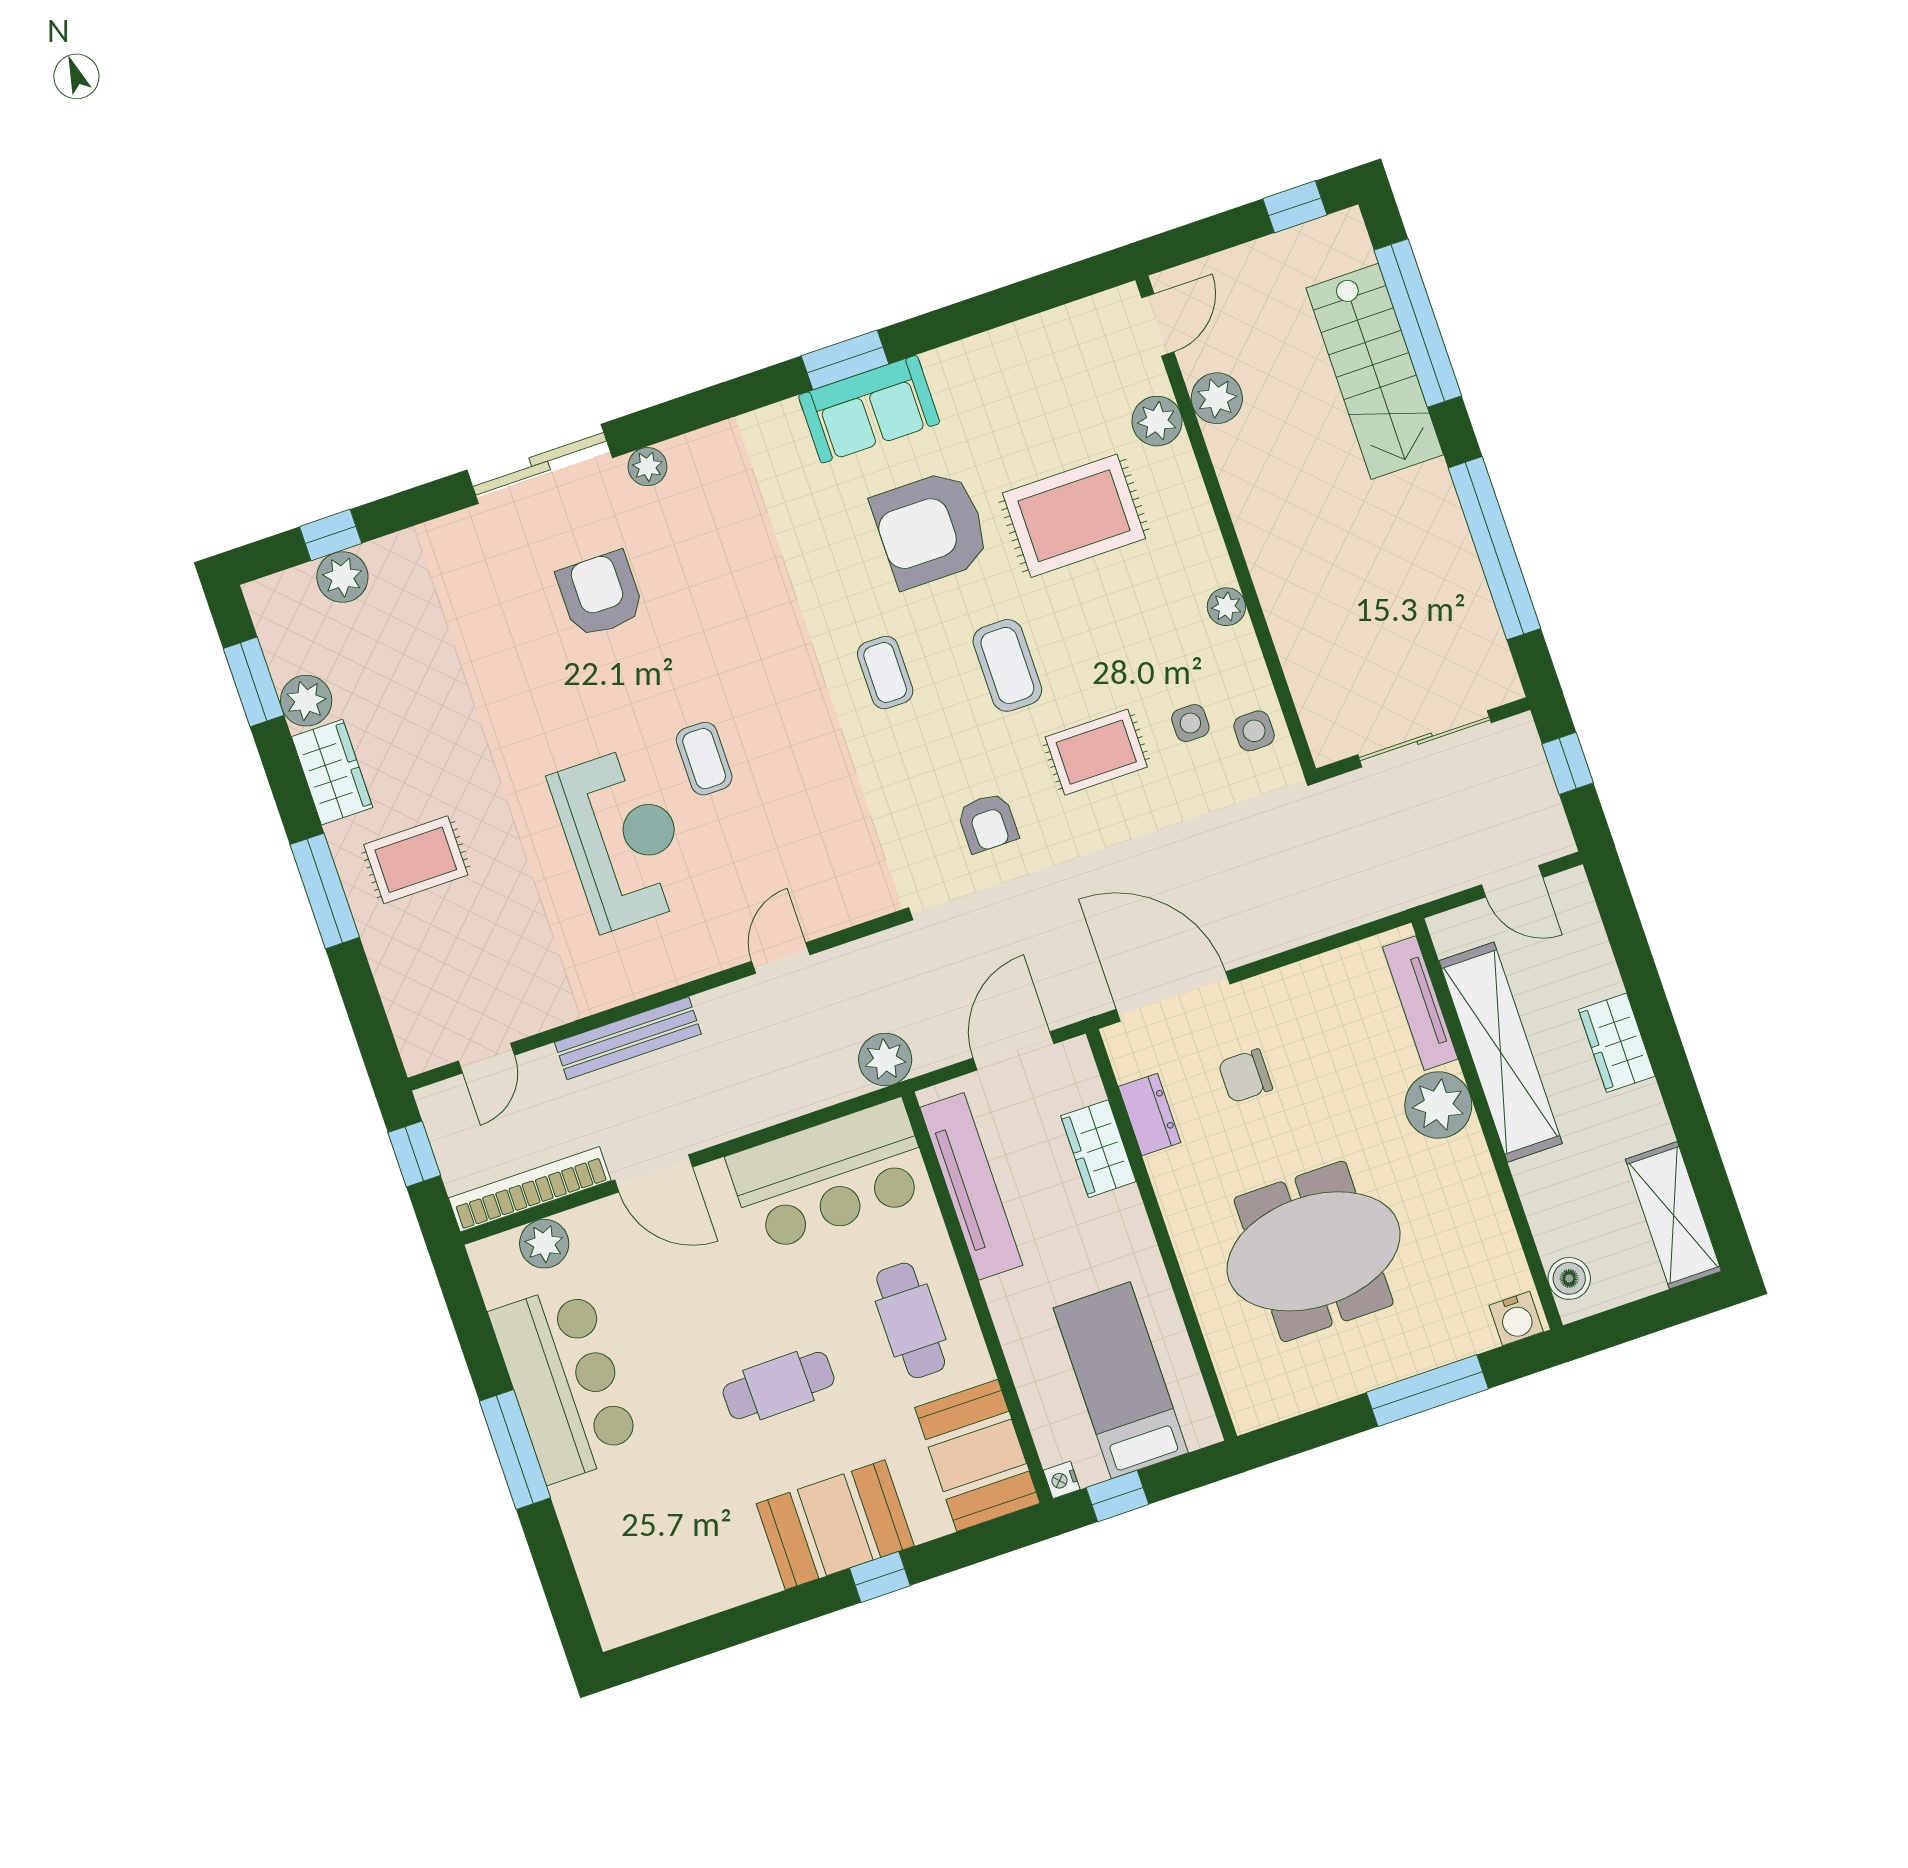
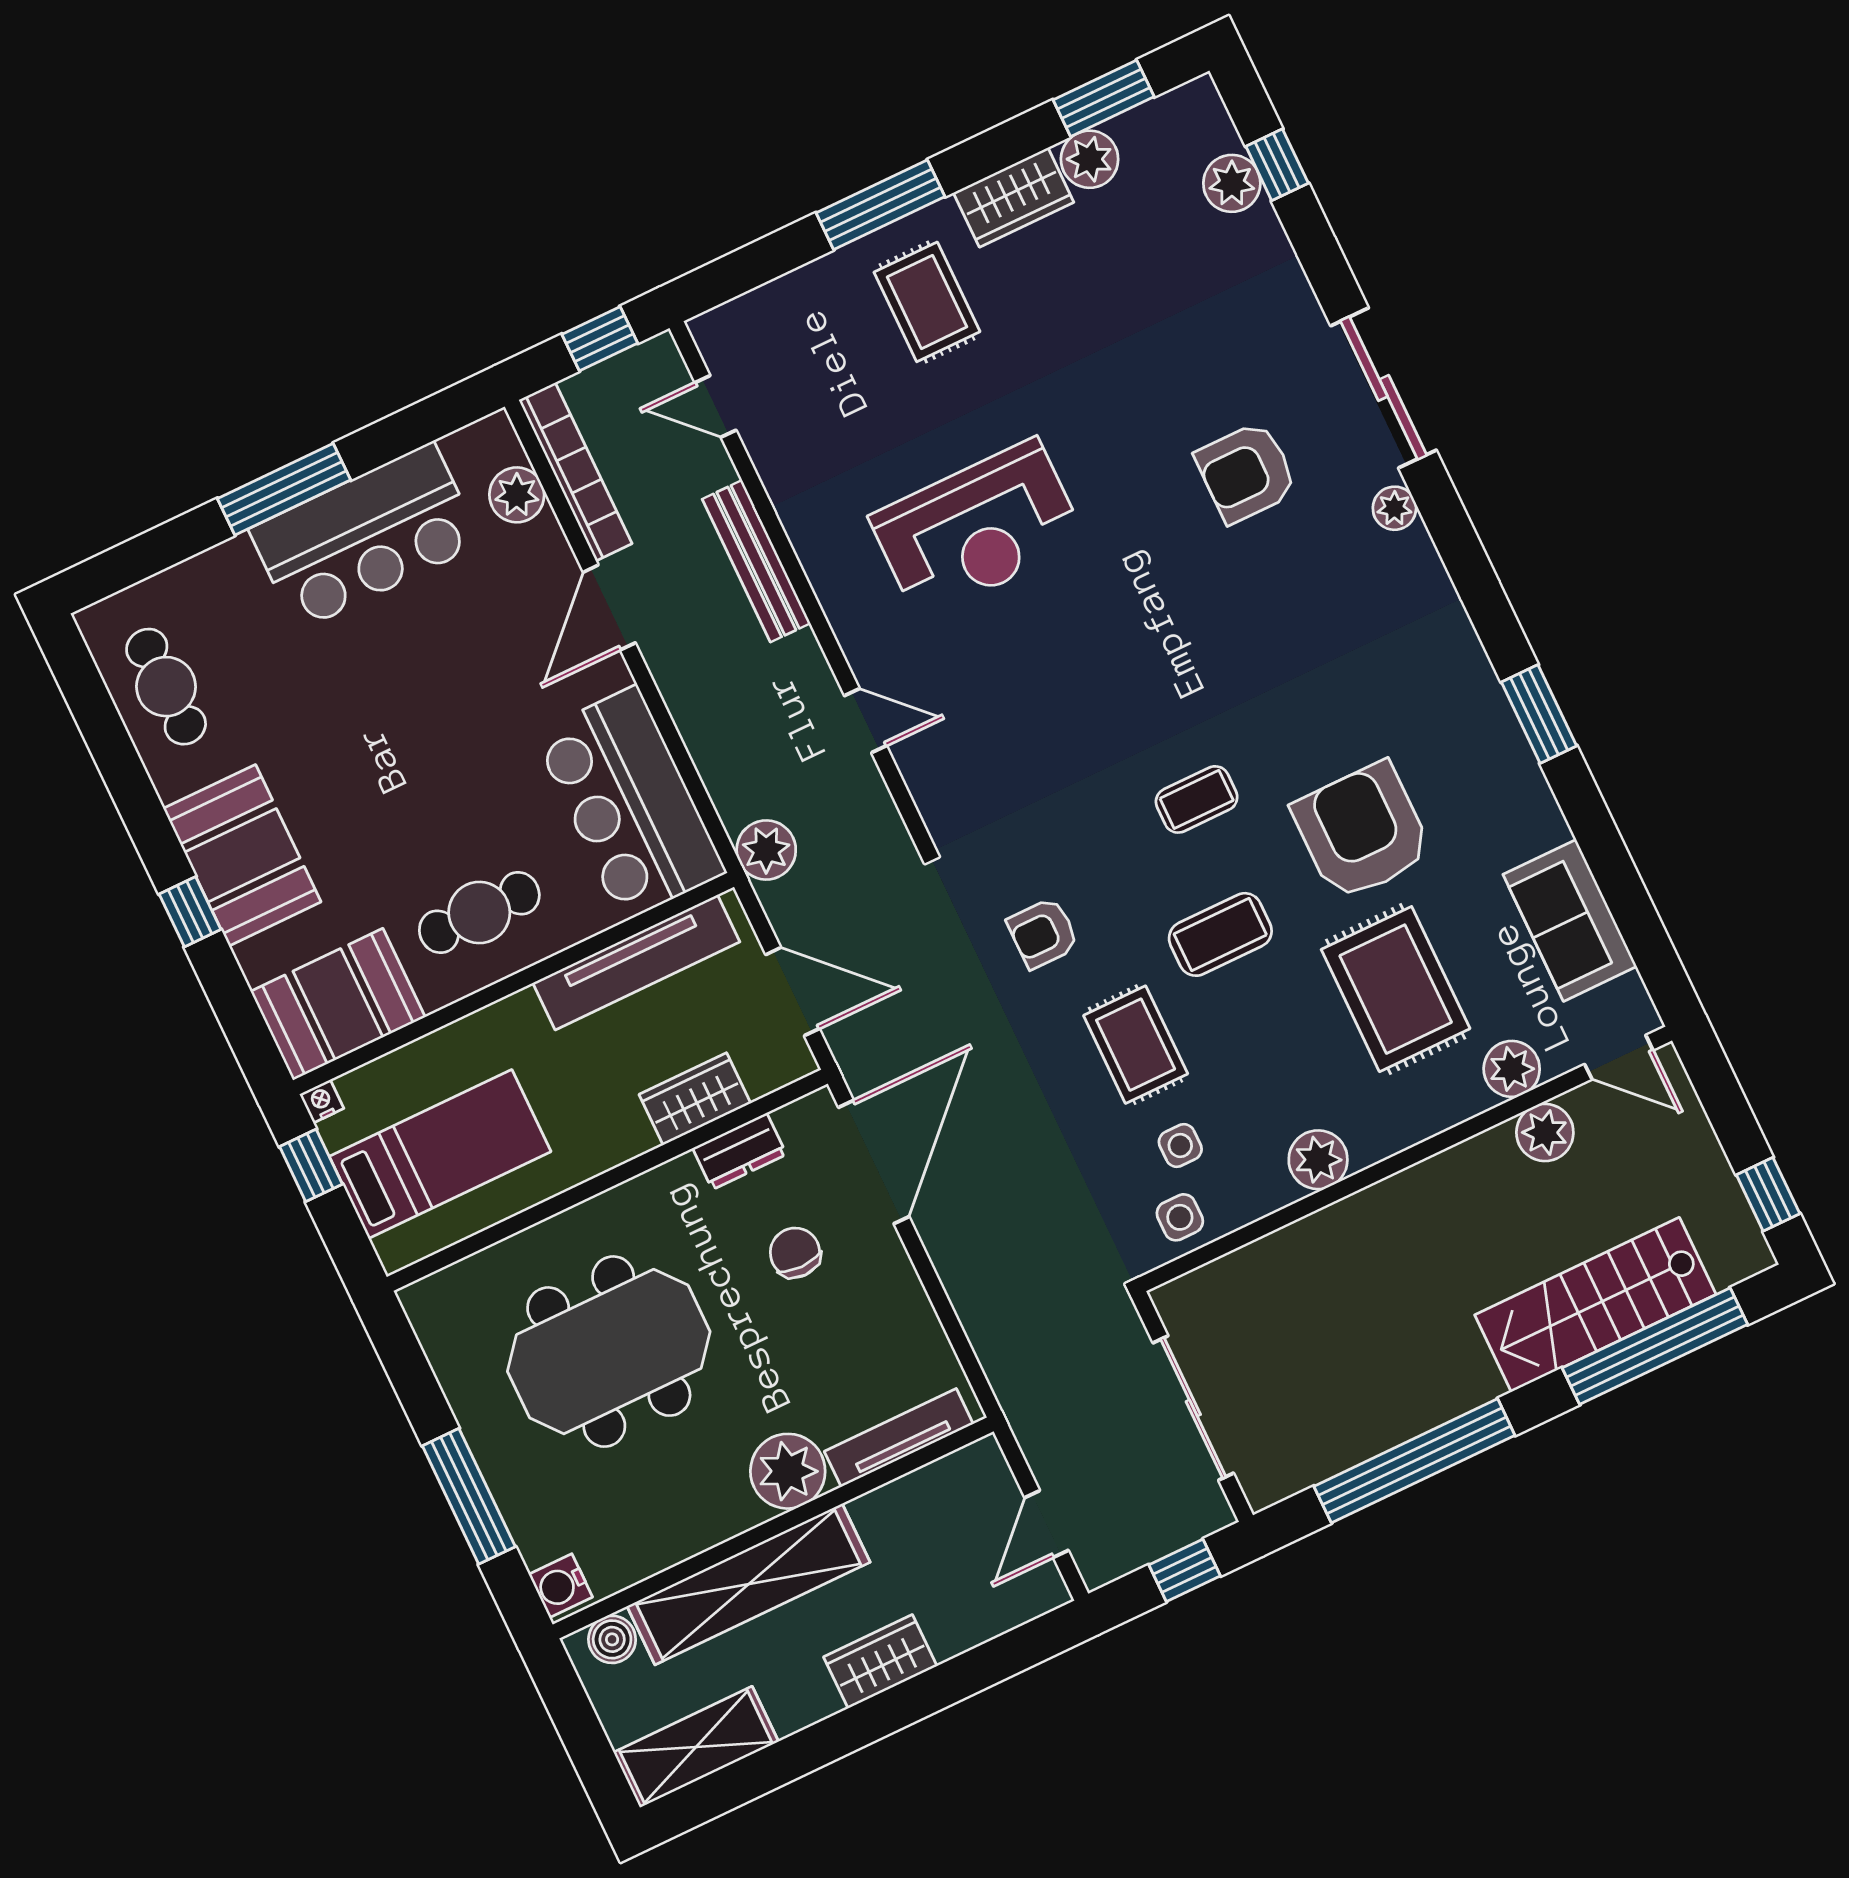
sofa: (869, 409) -> (1570, 920), moved
armchair: (600, 594) -> (1246, 472), turned 180
plant: (1226, 607) -> (1318, 1160), width x1.38, depth x1.38
coffee table: (704, 759) -> (1077, 609), removed
shelving: (1501, 1052) -> (749, 1584), moved
meeting table: (1314, 1251) -> (609, 1352), turned 90
cafe table: (779, 1386) -> (166, 687), moved

